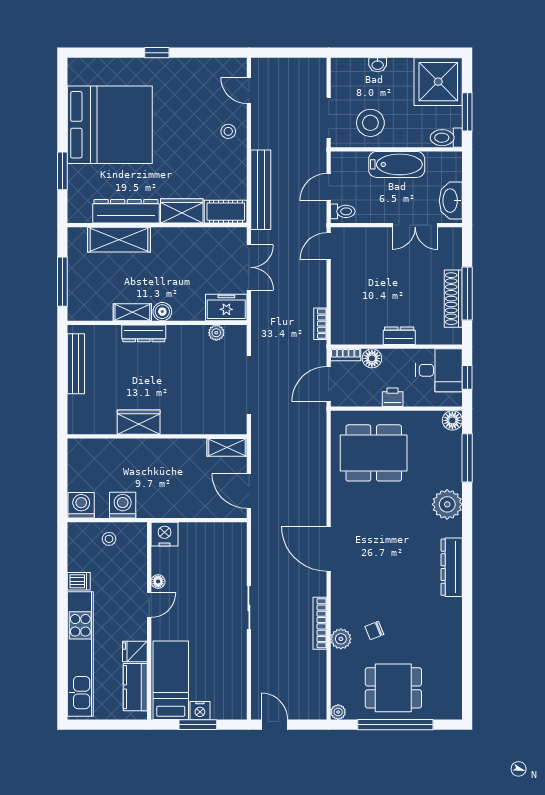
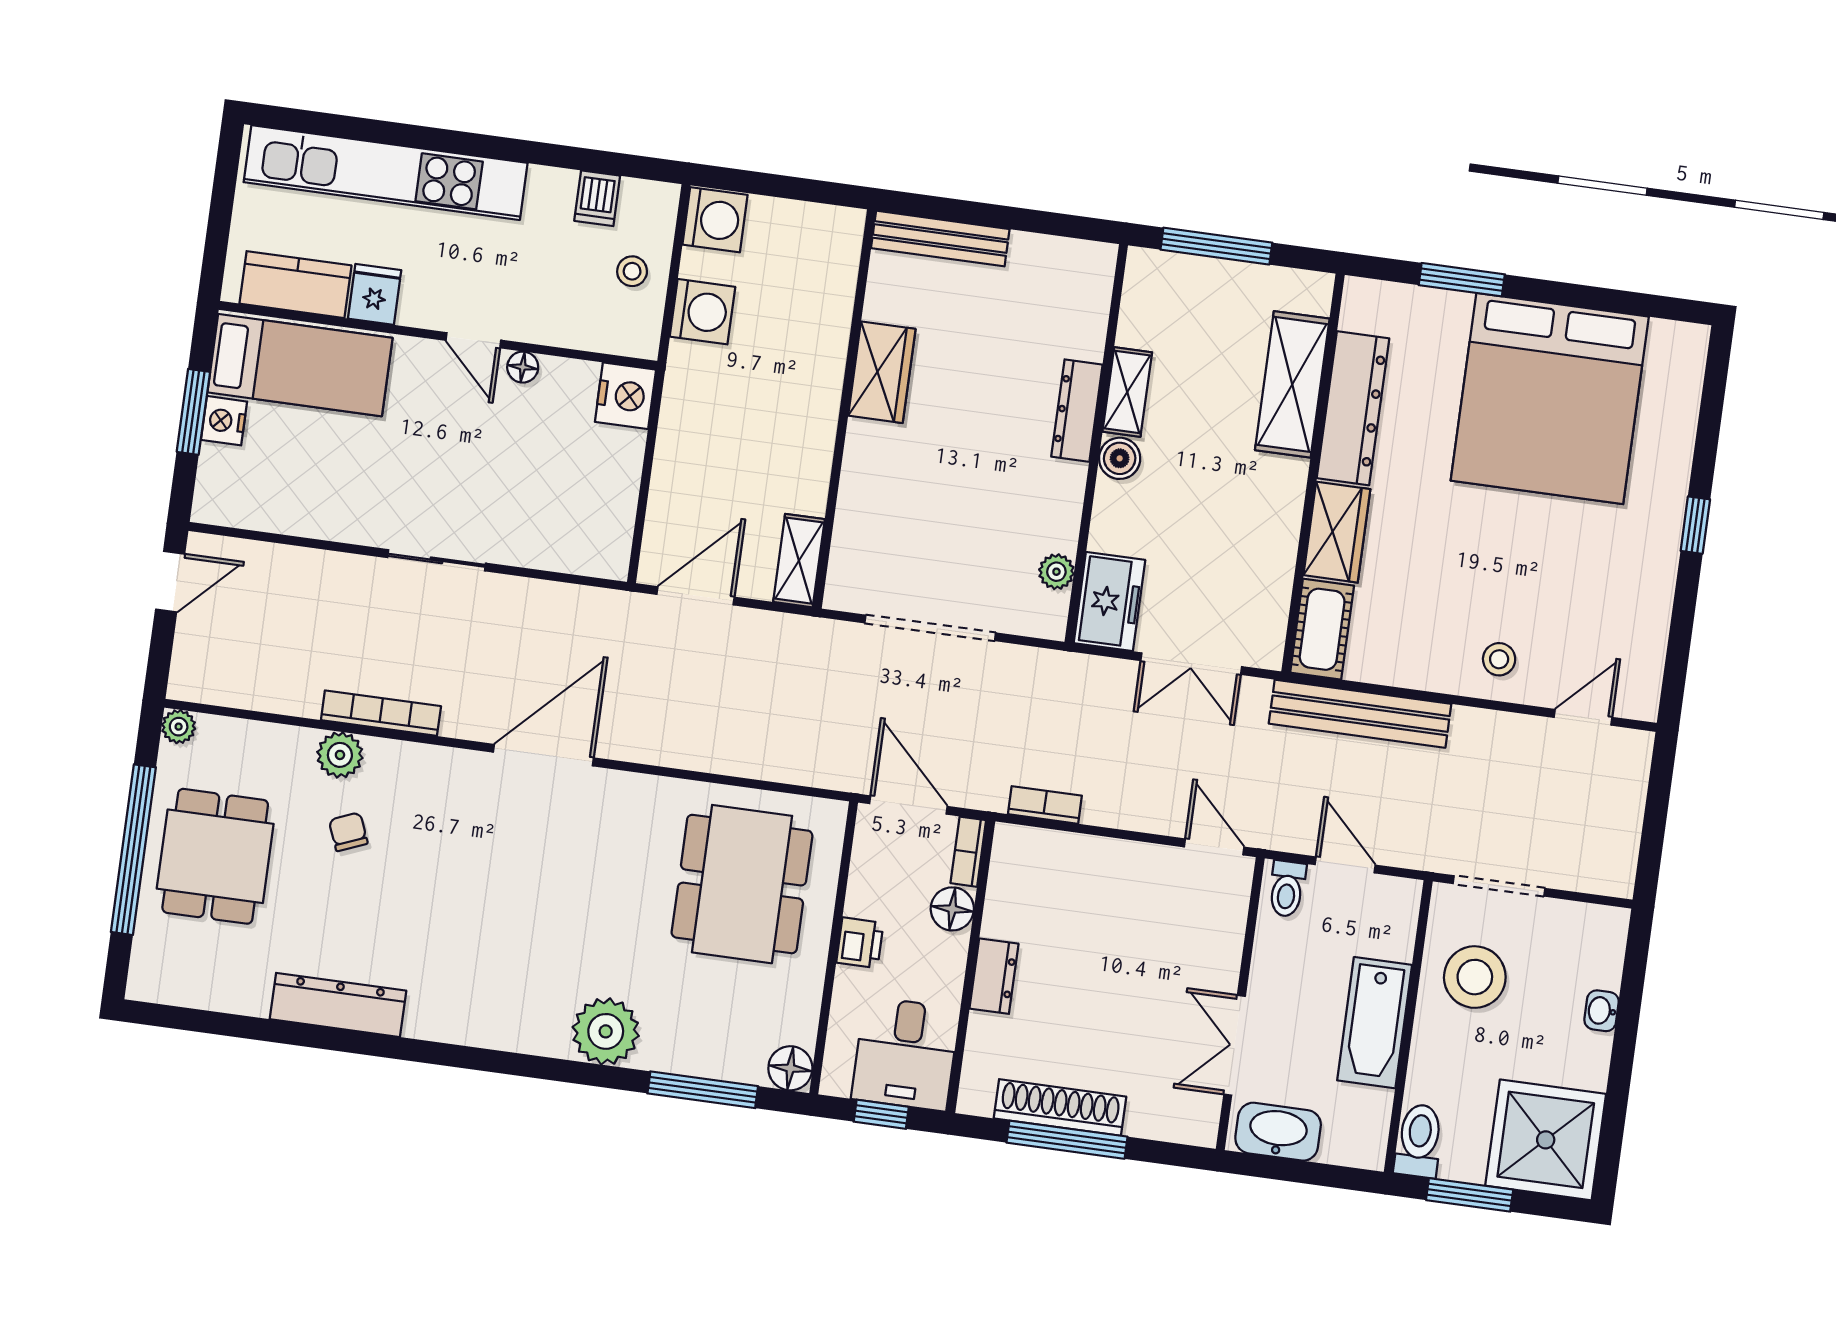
bench: (76, 364) -> (940, 239), moved
dresser: (452, 567) -> (338, 1005), moved
dishwasher: (79, 581) -> (597, 198), moved

